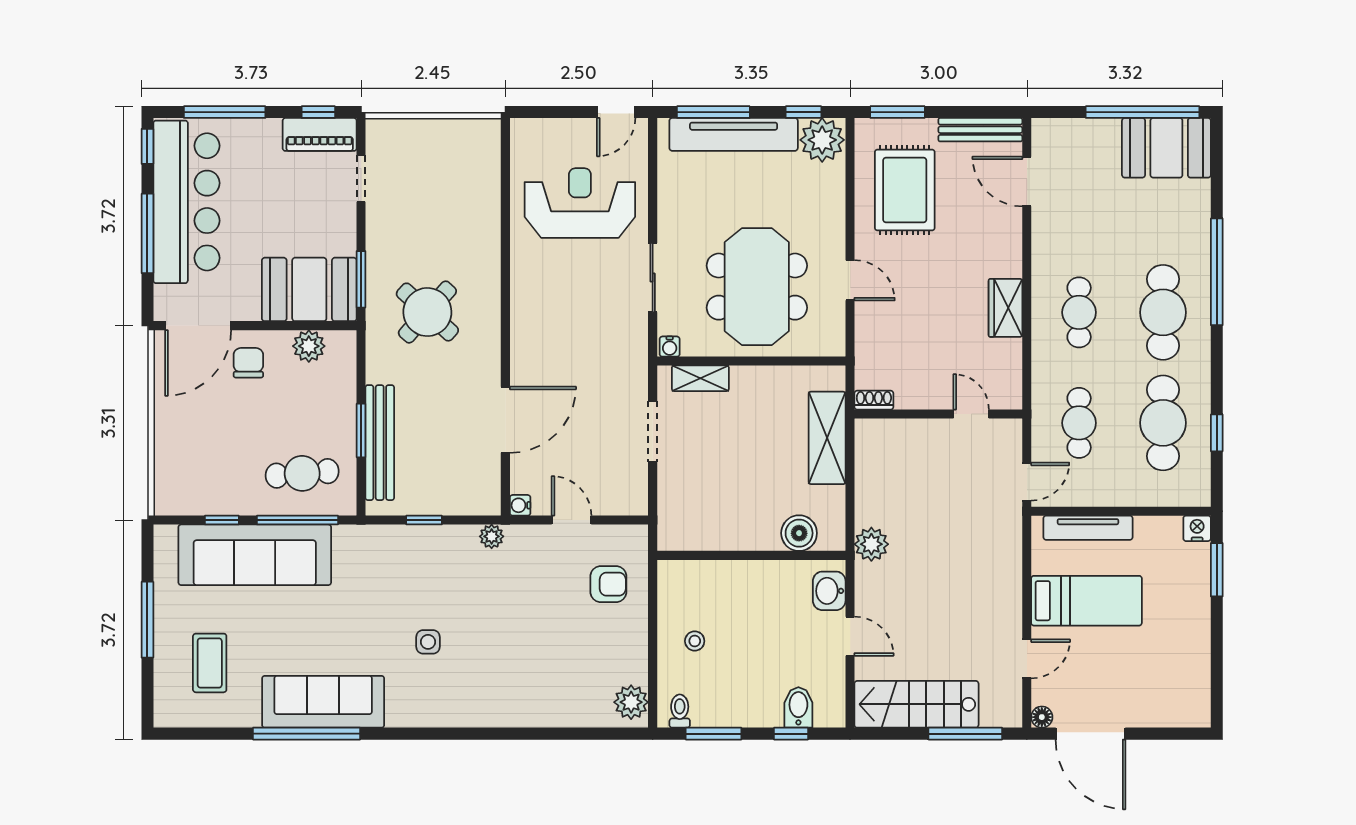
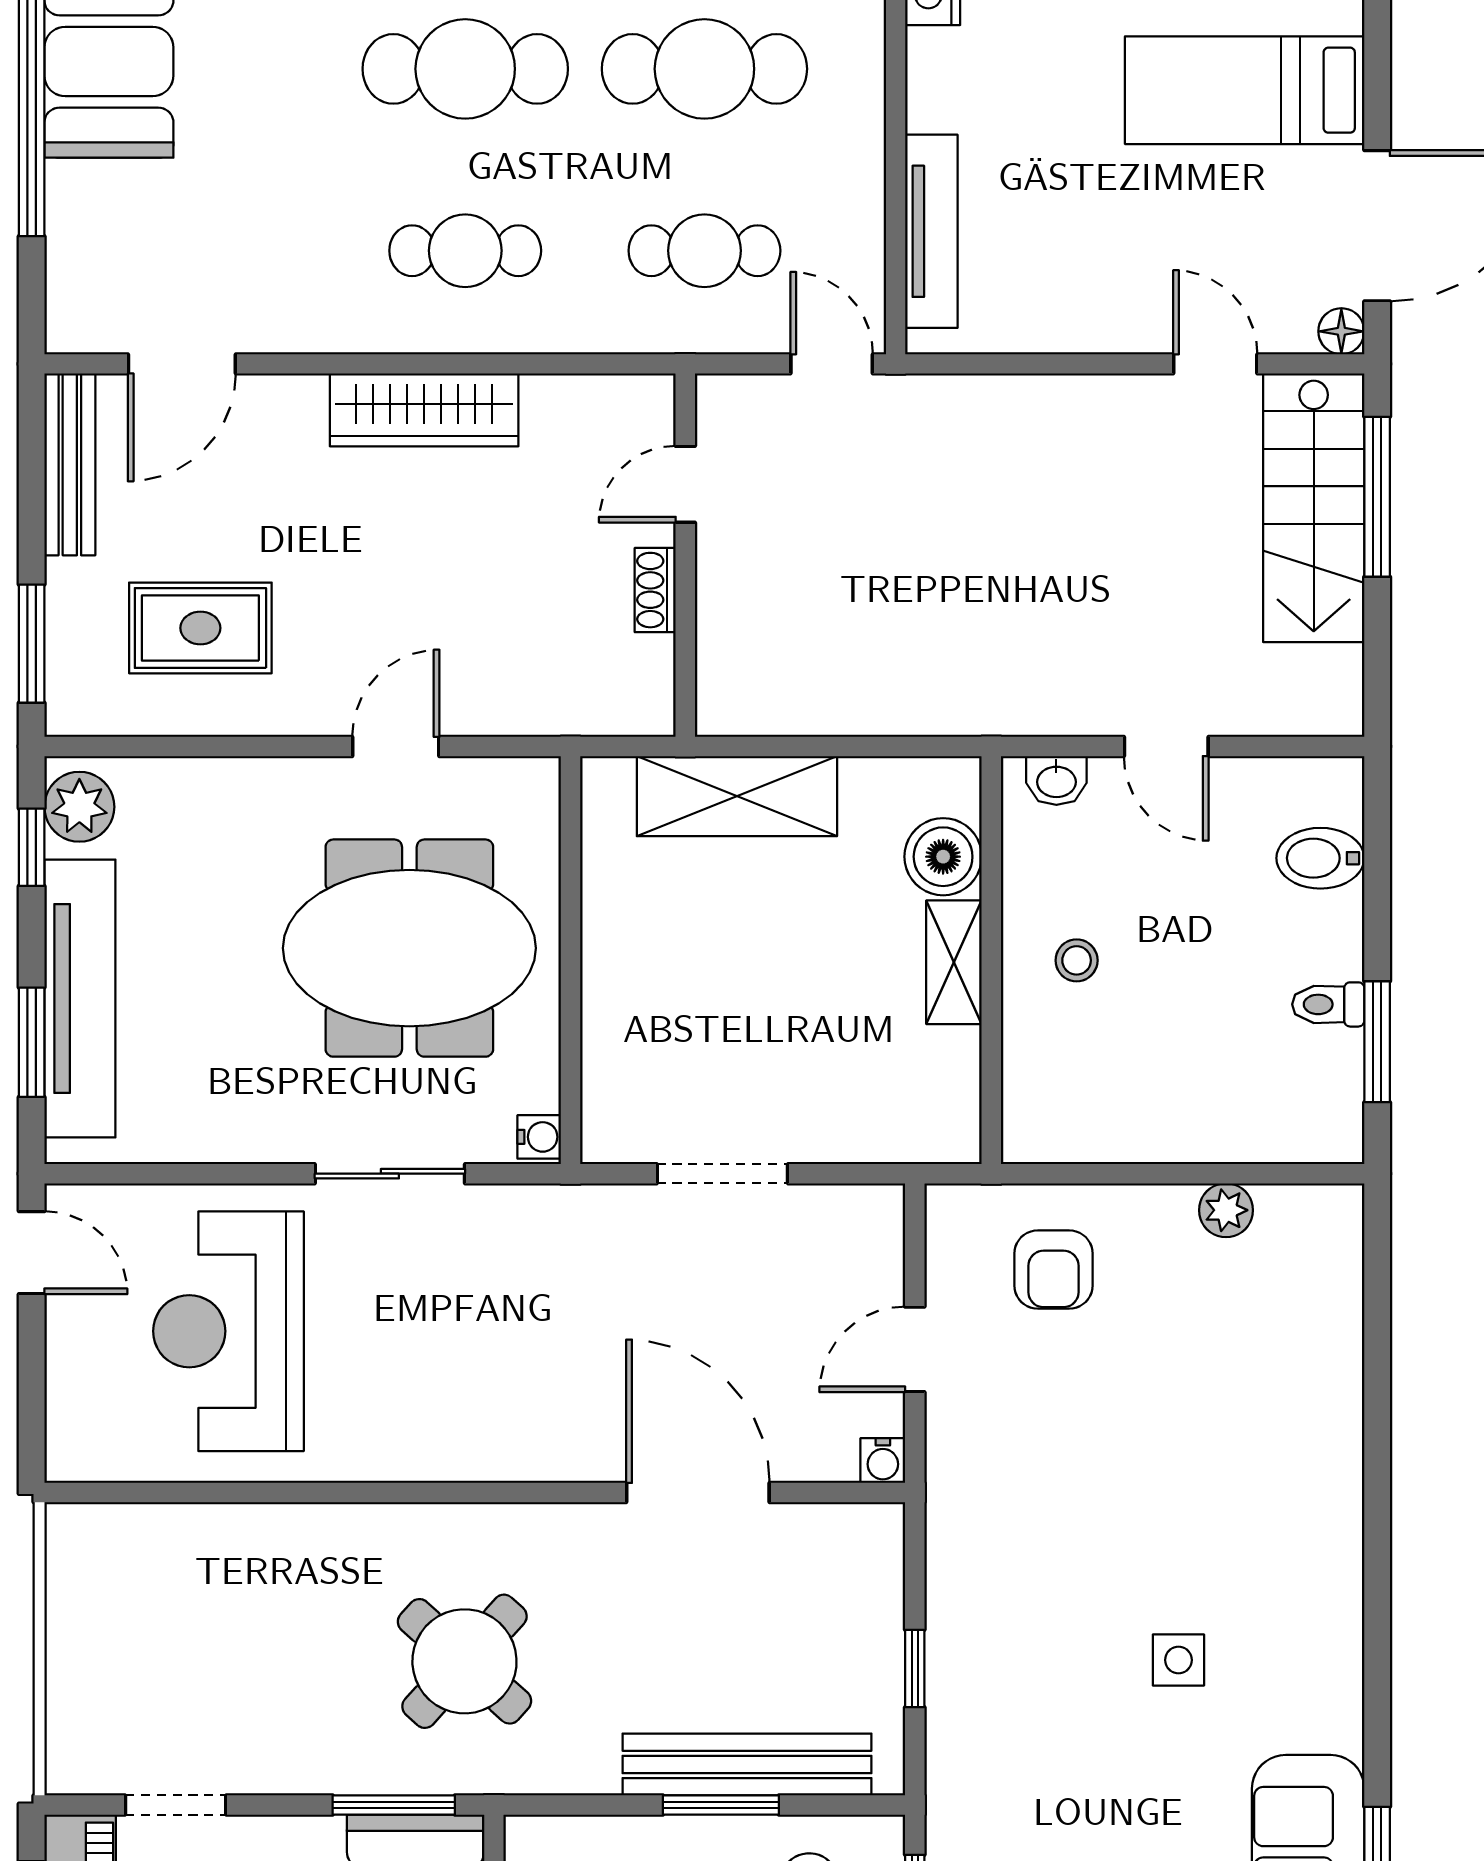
window: (713, 112) -> (32, 1042), width x0.69
plant: (822, 140) -> (79, 807), width x0.73, depth x0.73
rug: (905, 190) -> (200, 628), width x0.73, depth x0.70
wardrobe: (1005, 308) -> (424, 410), width x1.50
shelving: (700, 378) -> (954, 962), moved
shoe rack: (874, 400) -> (655, 590), moved
plant: (492, 536) -> (950, 1522), removed
plant: (871, 544) -> (967, 700), removed
armchair: (608, 584) -> (1053, 1270), turned 180
washbasin: (829, 591) -> (1056, 780), width x0.72, depth x0.69
bed: (1086, 601) -> (1245, 90), moved, turned -90
door: (850, 636) -> (1166, 746), swing flipped
stool: (695, 641) -> (1077, 960), moved
plant: (631, 702) -> (1226, 1210), moved, width x0.73, depth x0.73
stairs: (916, 704) -> (1314, 508), moved
toilet: (680, 711) -> (1328, 1004), moved
window: (791, 734) -> (1377, 874), removed

